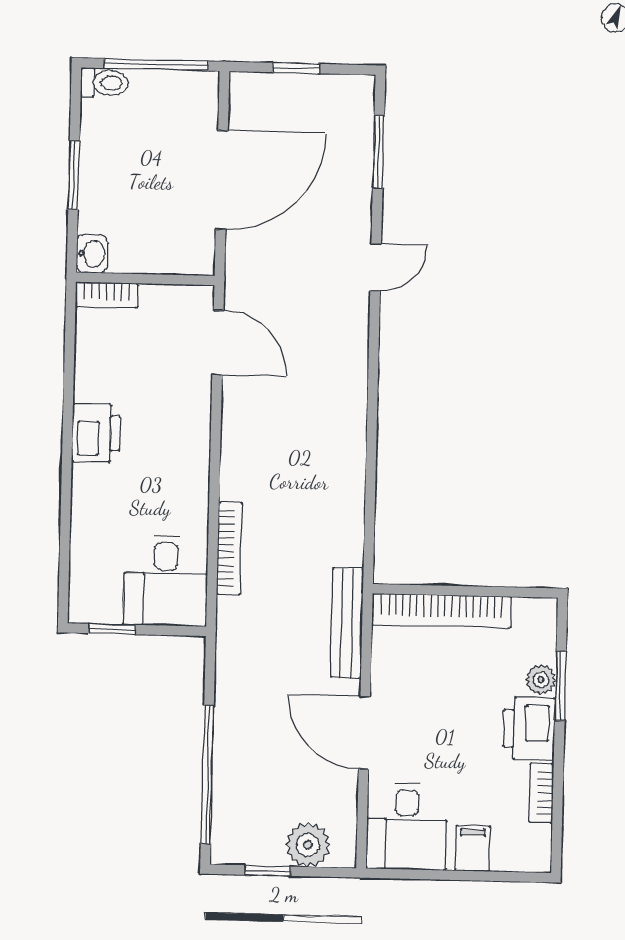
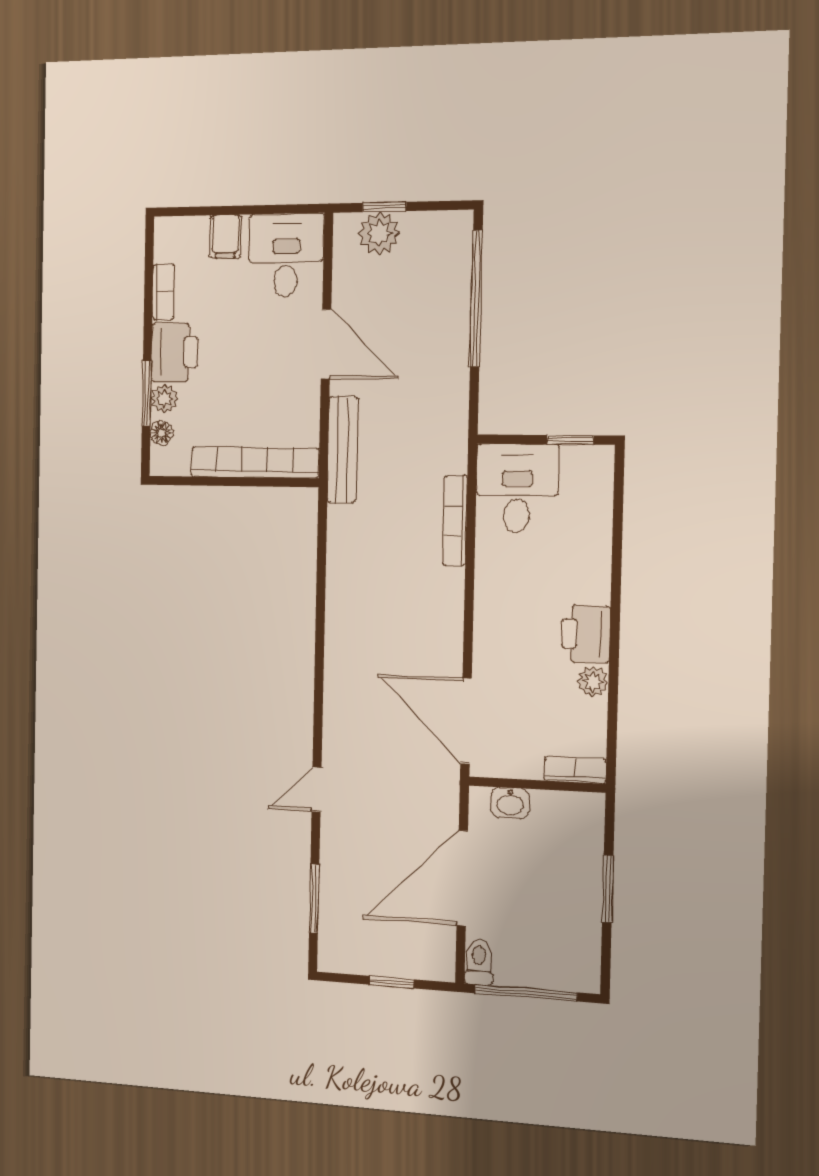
toilet: (104, 83) -> (479, 962), moved, turned 90
washbasin: (92, 254) -> (510, 803), moved, turned -90
door: (218, 342) -> (466, 721), width x1.36
plant: (89, 385) -> (593, 682), added
floor lamp: (544, 644) -> (162, 433), added
window: (268, 871) -> (384, 207), moved

